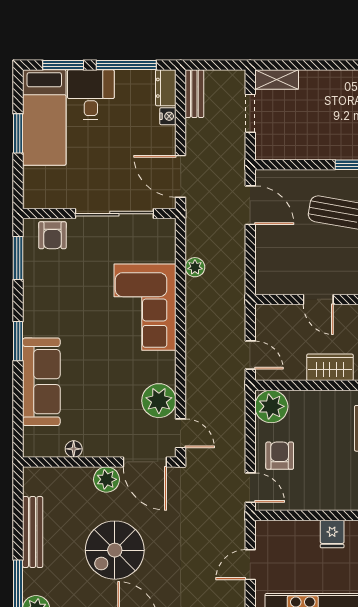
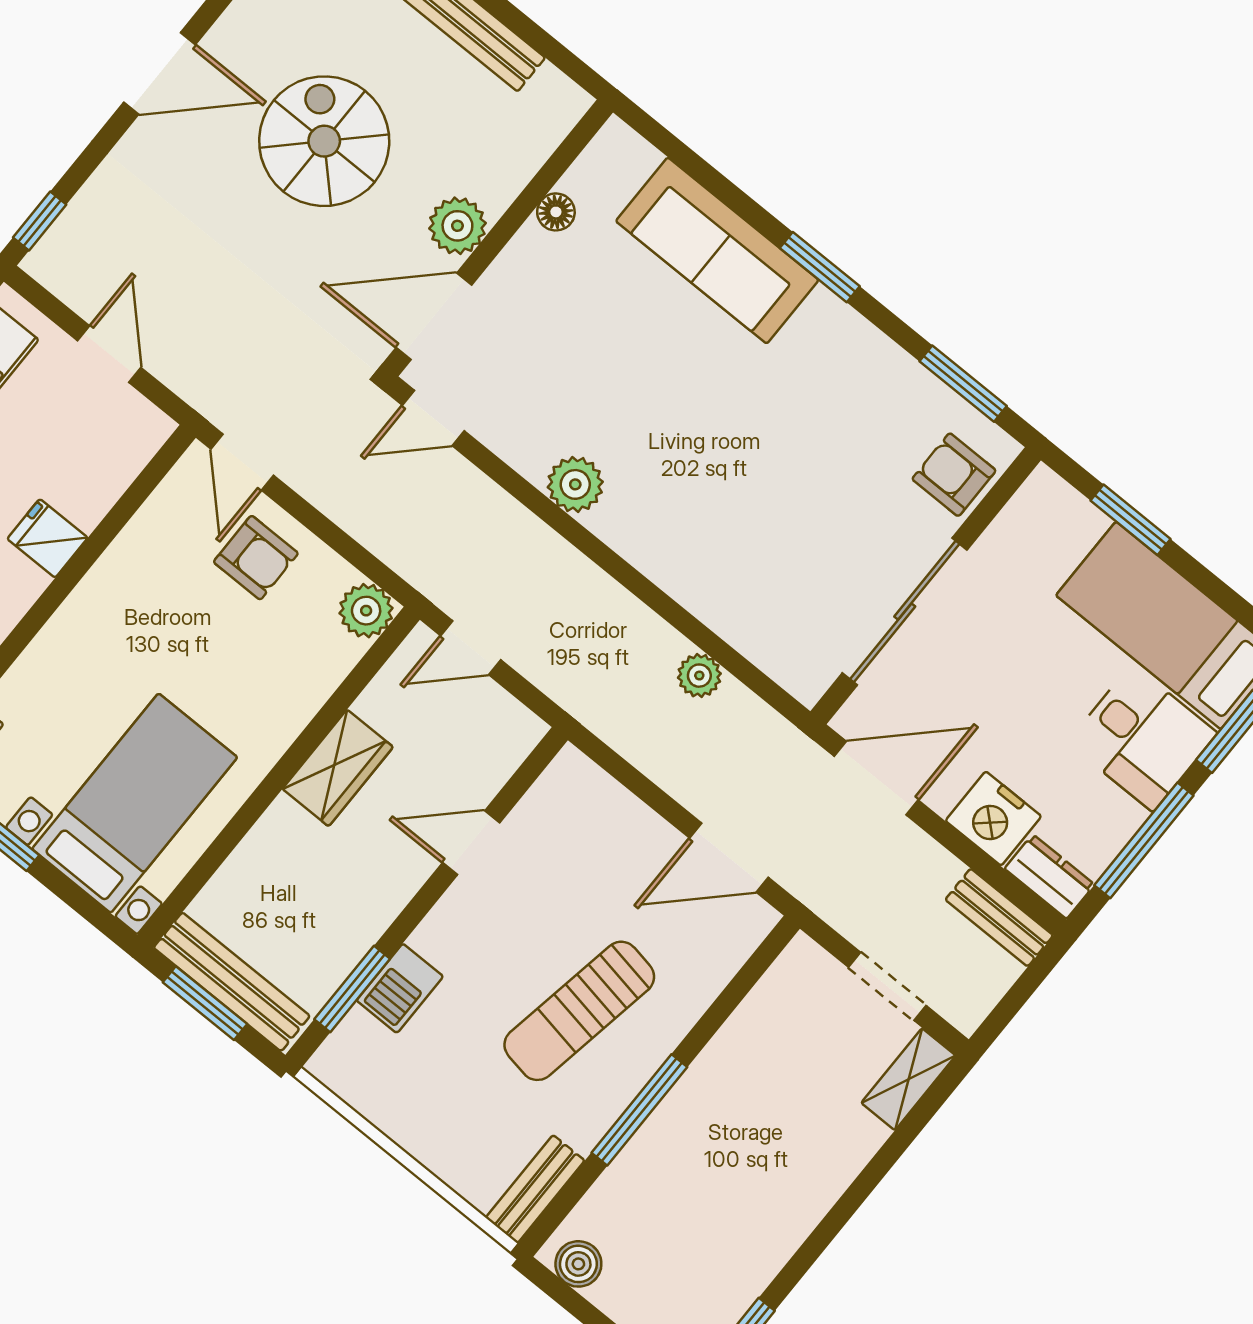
nightstand: (168, 116) -> (993, 818), width x1.89, depth x1.79
window: (18, 133) -> (1131, 520), moved
corner sofa: (145, 307) -> (700, 533), removed
plant: (159, 401) -> (575, 484), moved, width x0.73, depth x0.73
plant: (271, 406) -> (366, 611), width x0.73, depth x0.73
door: (250, 488) -> (242, 462), hinge flipped

